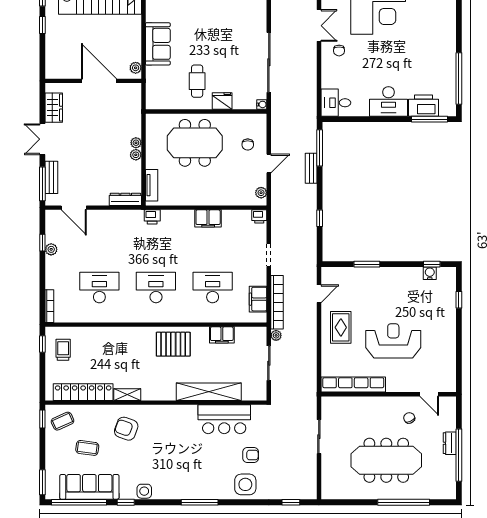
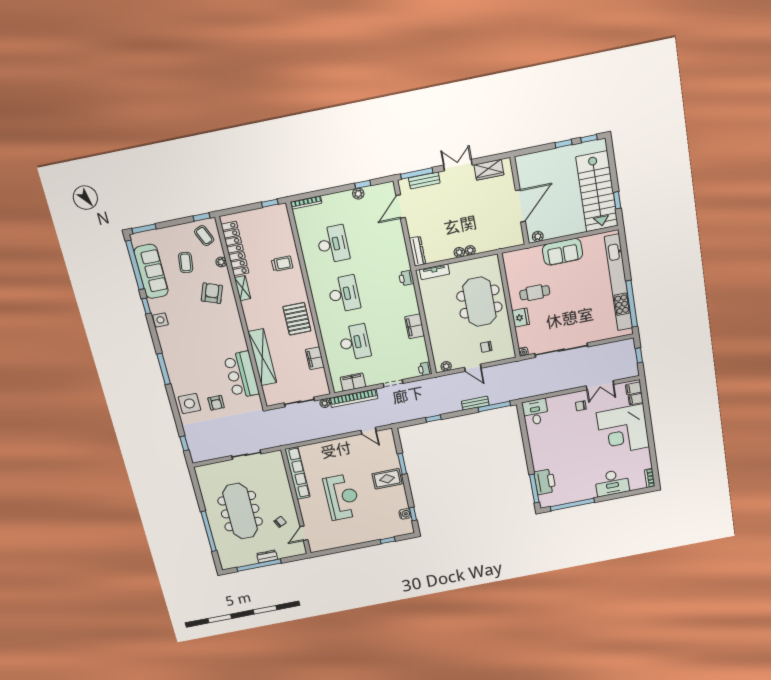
desk: (388, 101) -> (612, 483), moved, turned -90
rug: (341, 327) -> (387, 479), moved
trolley: (63, 350) -> (282, 264), moved
plant: (94, 410) -> (221, 262), added

